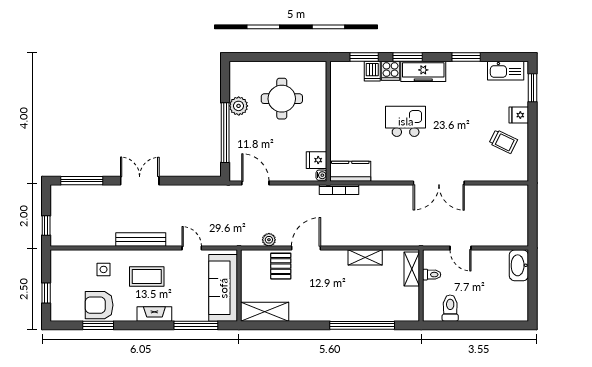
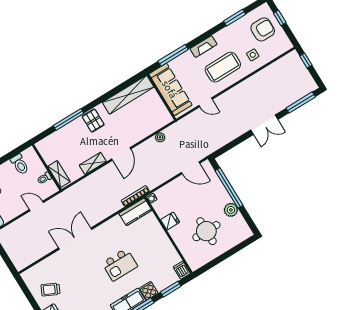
dishwasher: (372, 71) -> (182, 270), moved
fridge: (317, 160) -> (170, 221), moved
bench: (141, 239) -> (241, 88), removed
door: (306, 248) -> (121, 154), moved
pallet: (281, 266) -> (93, 121), moved
coffee table: (147, 276) -> (223, 67), width x1.36, depth x1.32
armchair: (99, 305) -> (263, 29), moved
shelving: (265, 312) -> (128, 95), width x1.47
window: (362, 325) -> (68, 119), width x0.68

